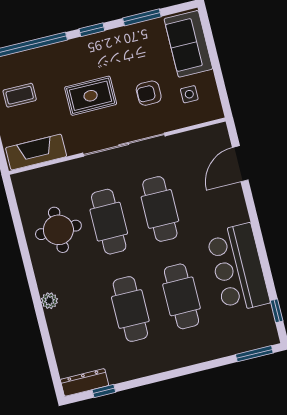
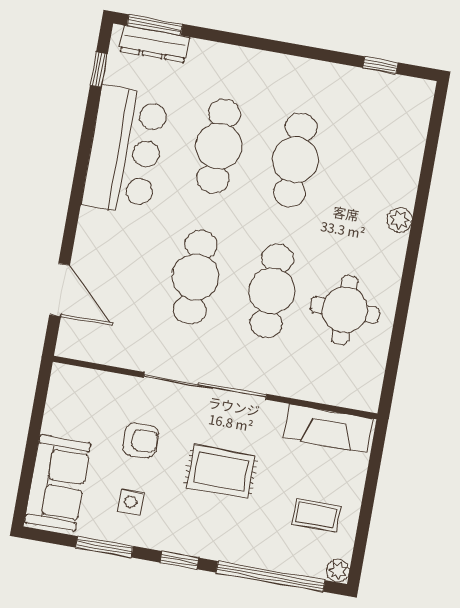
side table: (189, 94) -> (131, 502), moved
door: (240, 164) -> (60, 290), hinge flipped
dresser: (85, 382) -> (154, 44), moved

